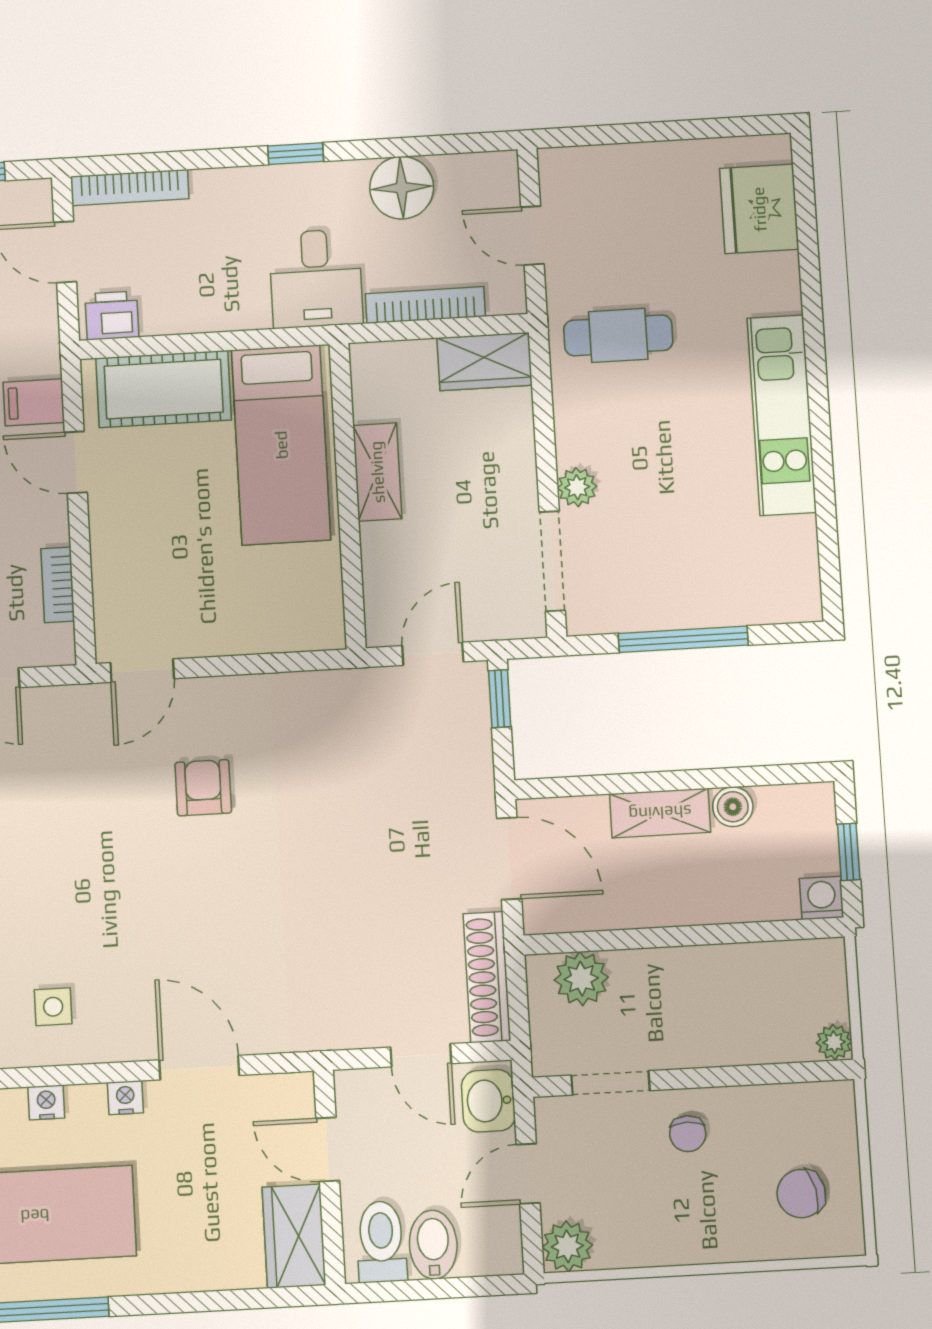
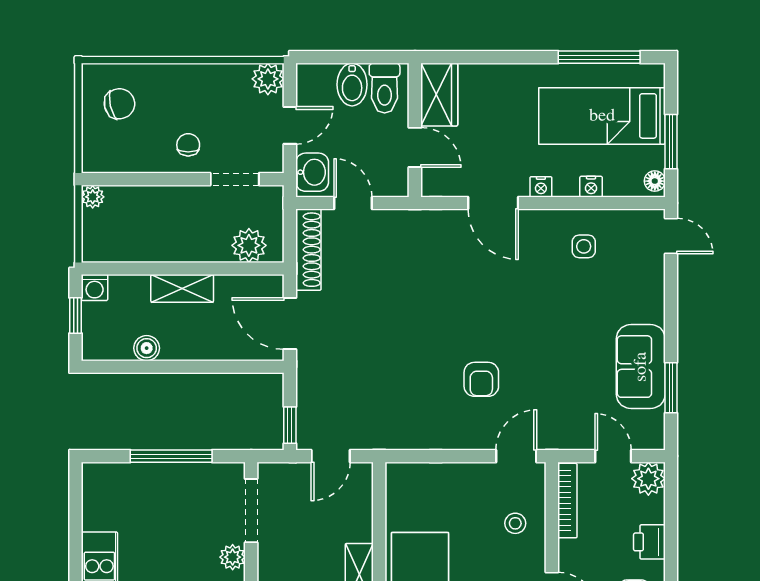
stool: (138, 566) -> (515, 523), added
bookcase: (58, 585) -> (567, 501), width x1.56
shelving: (660, 813) -> (182, 288), moved

